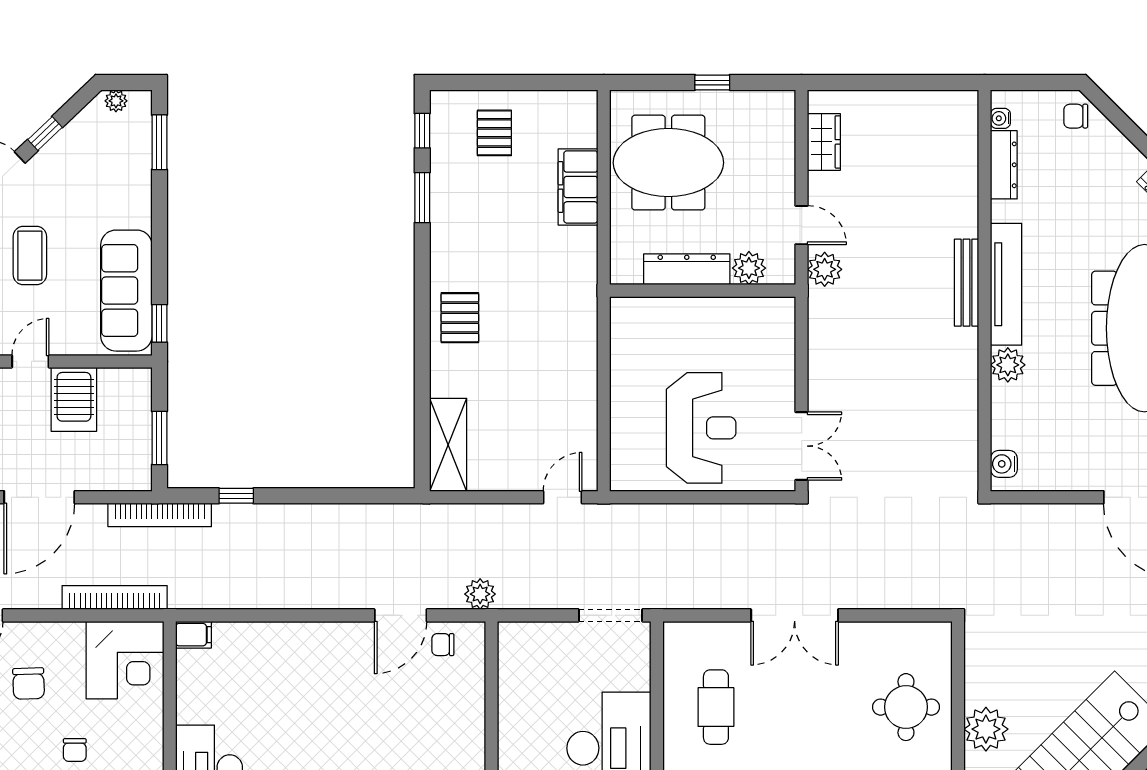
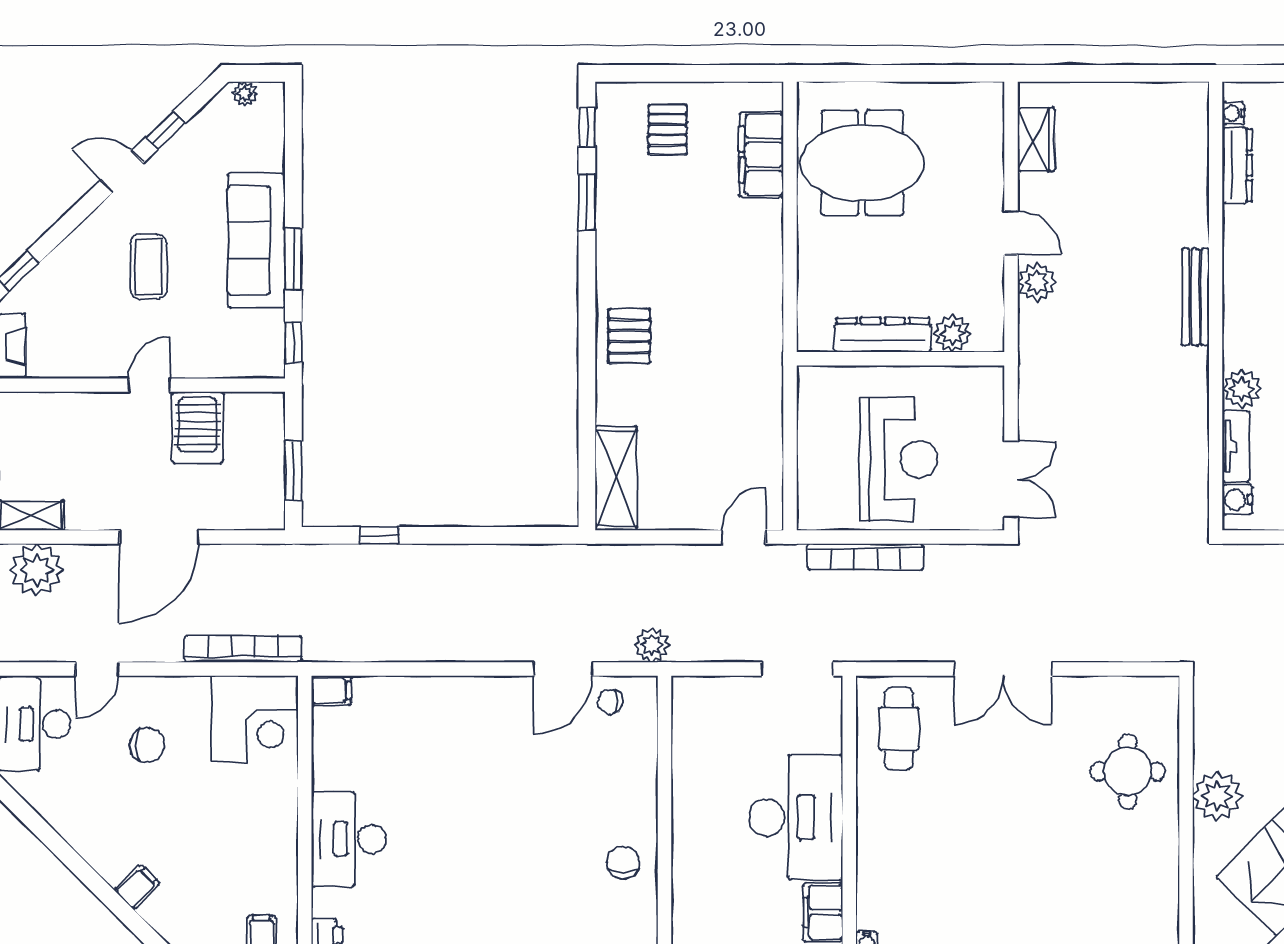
window: (712, 82) -> (911, 73), removed
window: (159, 142) -> (293, 259), moved
filing cabinet: (578, 187) -> (761, 155), moved
plant: (749, 268) -> (952, 333), moved
dresser: (687, 269) -> (883, 335), moved
tv unit: (1006, 284) -> (1236, 446), moved, width x0.52, depth x0.78
sofa: (126, 291) -> (256, 240), moved
wall: (703, 291) -> (900, 359), moved
bookcase: (160, 515) -> (865, 557), moved
chair: (29, 683) -> (147, 745), turned -88
cafe table: (716, 707) -> (899, 729), moved
chair: (75, 750) -> (199, 819), removed

